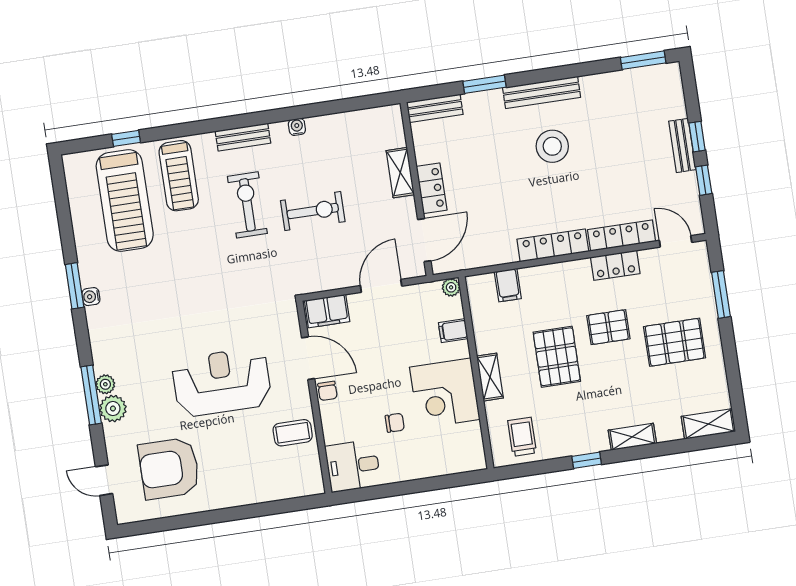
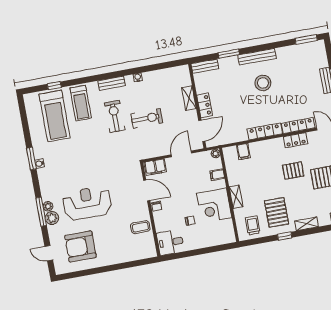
pallet: (557, 357) -> (277, 212), moved
reception desk: (222, 382) -> (87, 203), moved

